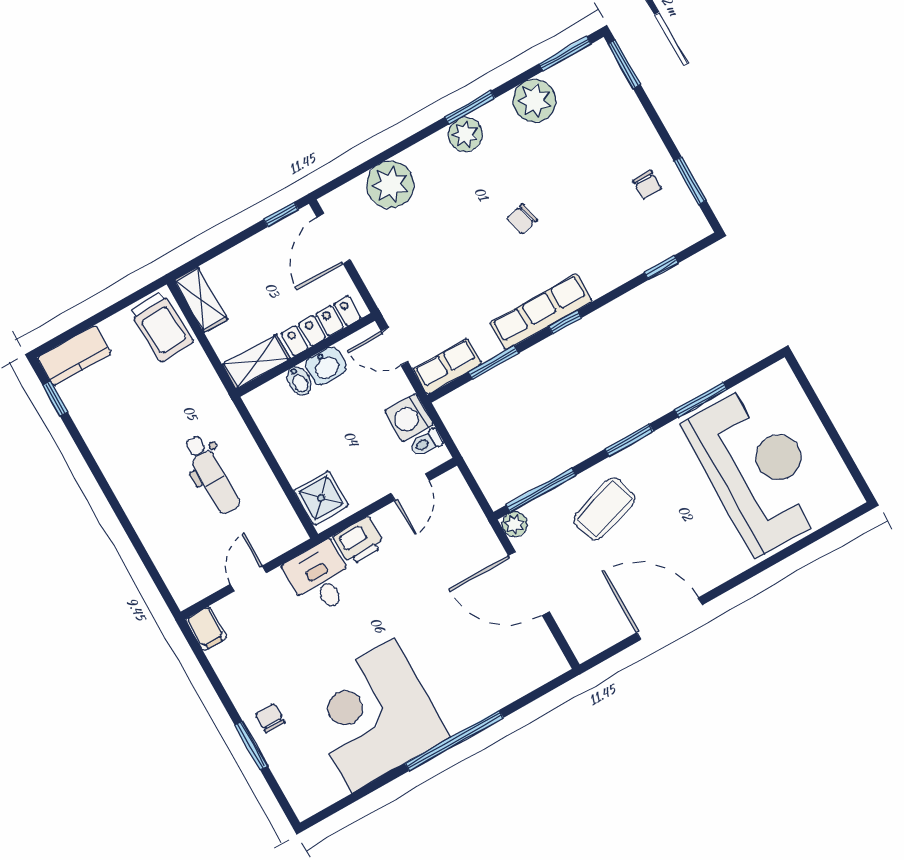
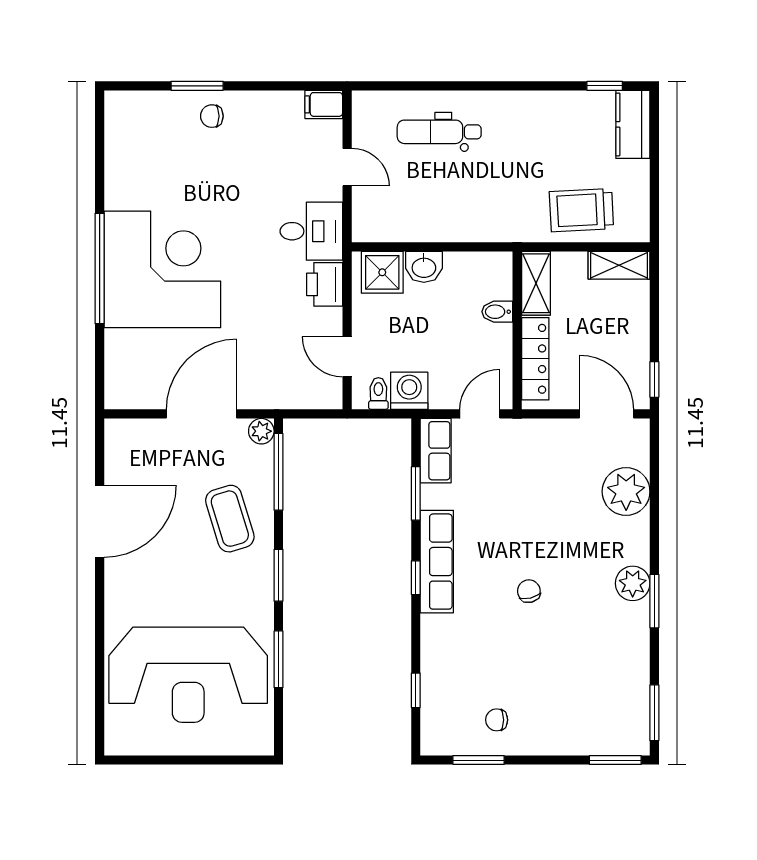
plant: (534, 101) -> (628, 662), removed
trolley: (161, 326) -> (581, 210), moved
washbasin: (326, 366) -> (424, 267), moved, turned -90
dental chair: (212, 474) -> (439, 132), moved
corner desk: (373, 716) -> (162, 269), moved
chair: (270, 718) -> (212, 116), turned 180

